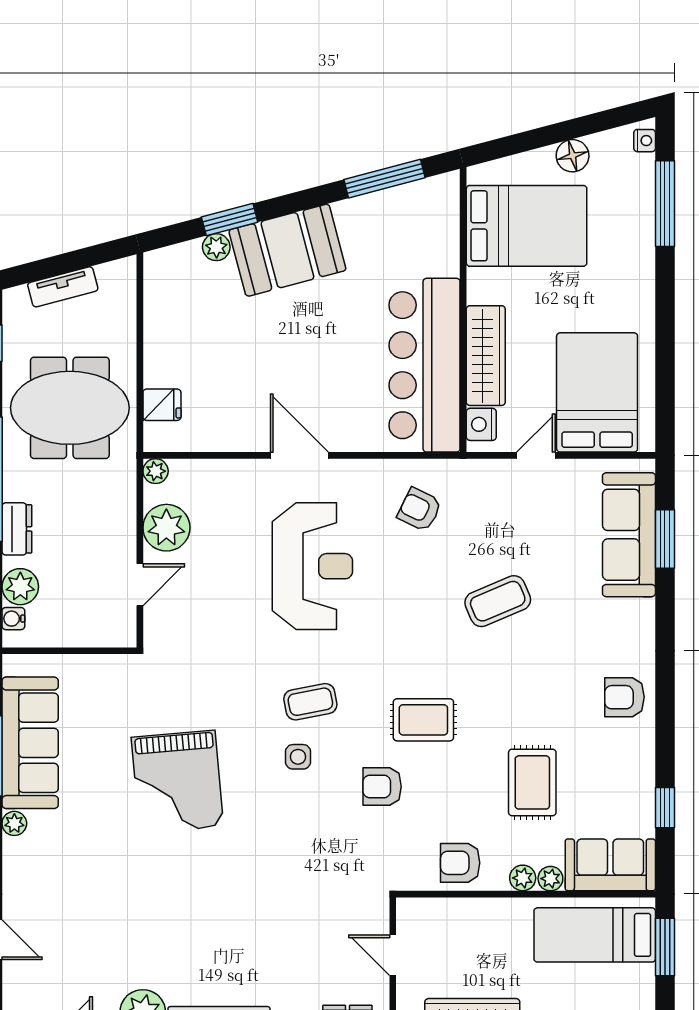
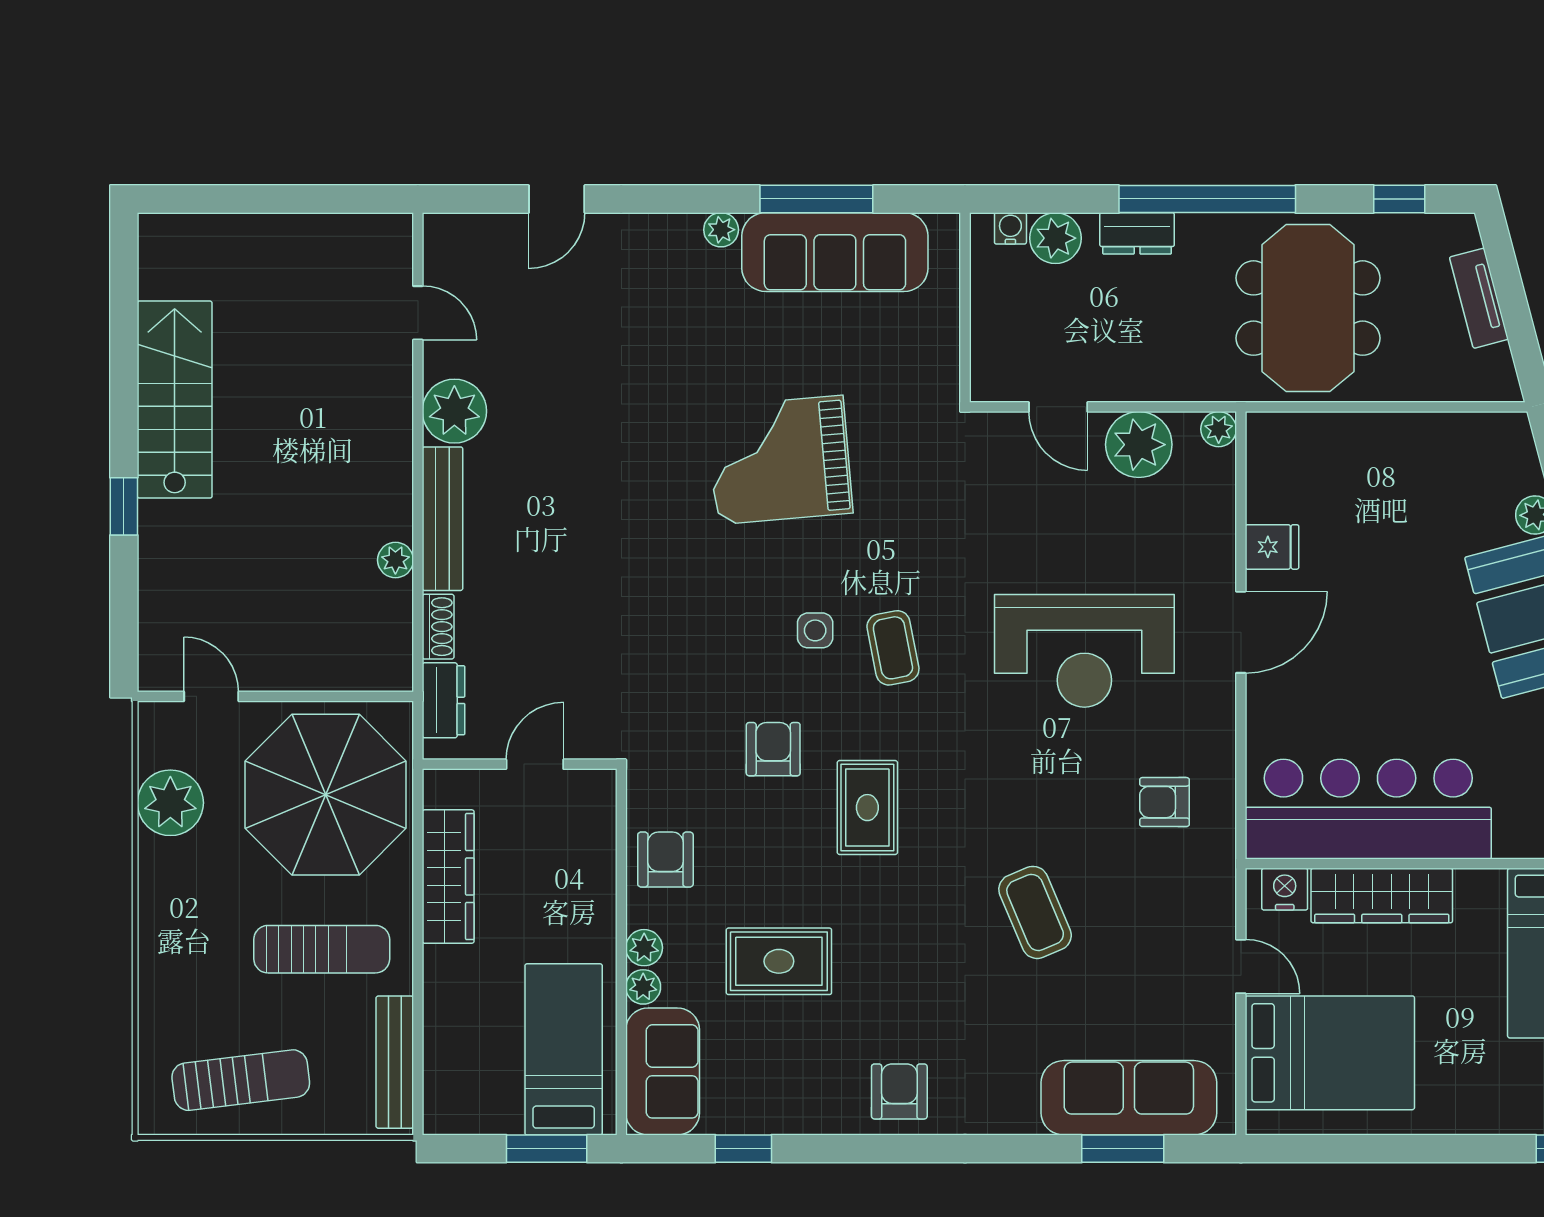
fridge: (162, 405) -> (1272, 547), moved, turned -90
armchair: (420, 509) -> (1164, 802), turned -116

